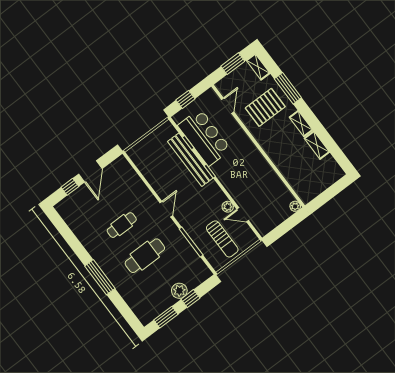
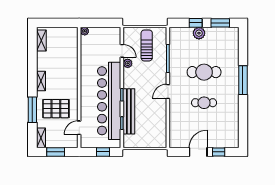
bar counter: (204, 137) -> (109, 101), width x1.86
shelving: (317, 145) -> (41, 40), moved

